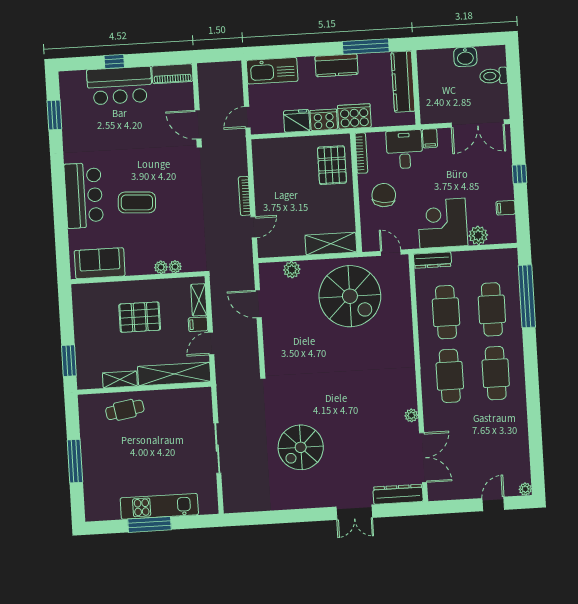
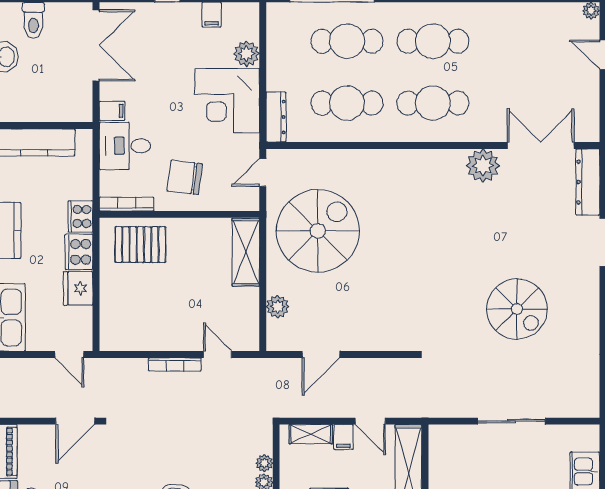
cooker: (354, 116) -> (80, 216), width x0.73, depth x0.76
plant: (411, 415) -> (483, 166), width x1.88, depth x1.88

